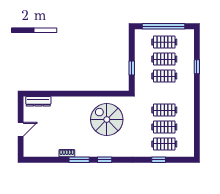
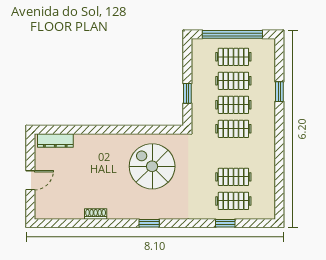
clothes rail: (164, 110) -> (233, 129), moved
window: (79, 160) -> (113, 223), removed

